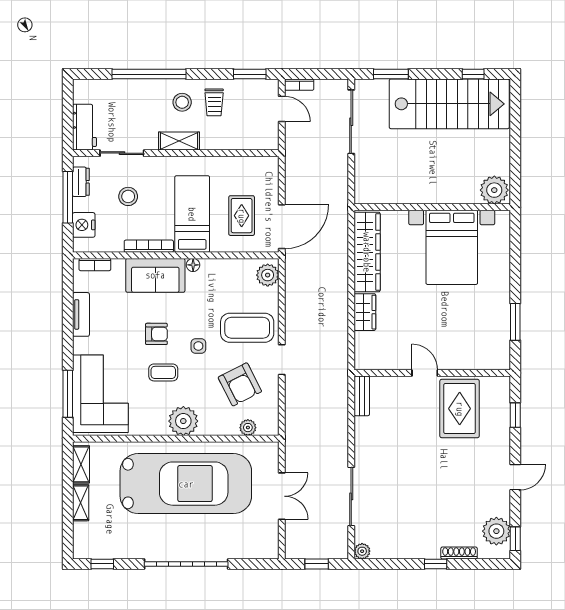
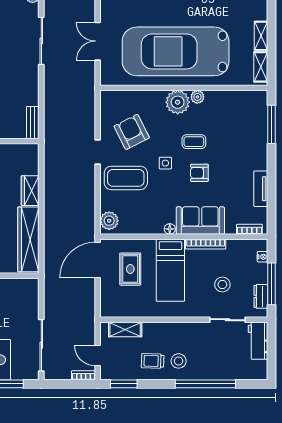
trolley: (214, 102) -> (153, 361), turned -88
shelving: (179, 141) -> (125, 329), moved
nightstand: (84, 225) -> (263, 257), width x0.53, depth x0.56
corner sofa: (100, 394) -> (245, 124), removed
plant: (248, 428) -> (197, 97), moved

